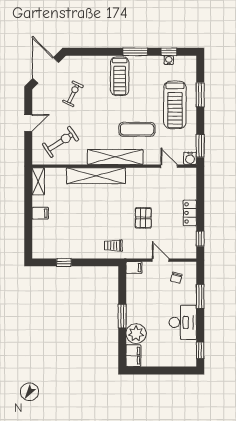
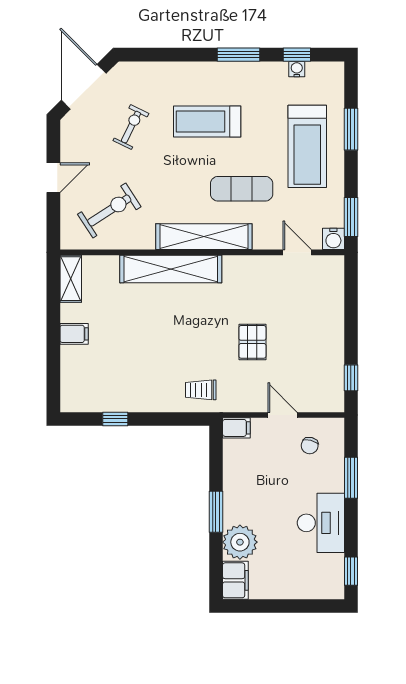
treadmill: (120, 76) -> (207, 122), moved, turned 90
locker: (190, 213) -> (333, 333), removed

